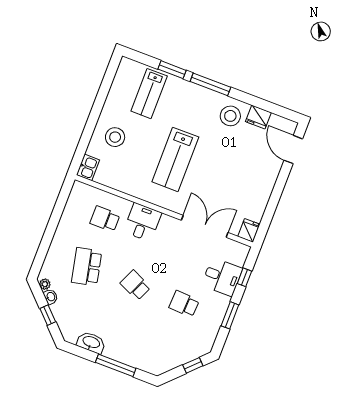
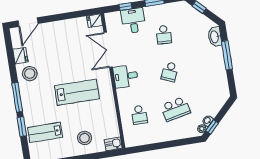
lab bench: (149, 94) -> (45, 132), turned 180
desk: (143, 222) -> (126, 76), moved
window: (48, 315) -> (212, 127), moved
washbasin: (91, 342) -> (215, 37), moved

